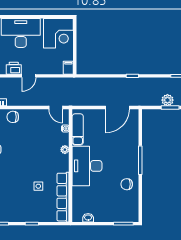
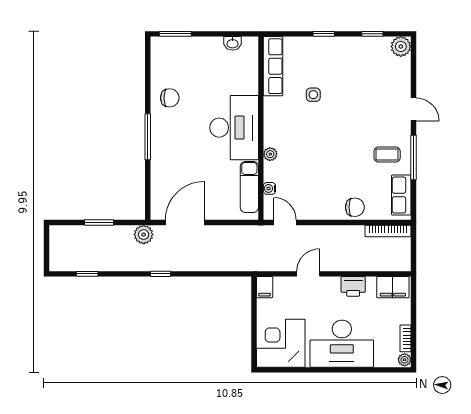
door: (29, 76) -> (308, 274), moved
plant: (167, 100) -> (144, 235), moved
row of seats: (63, 197) -> (273, 66), width x0.73

